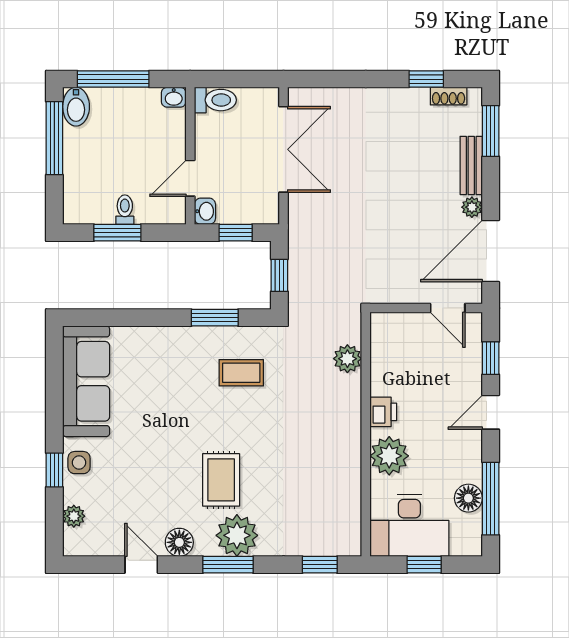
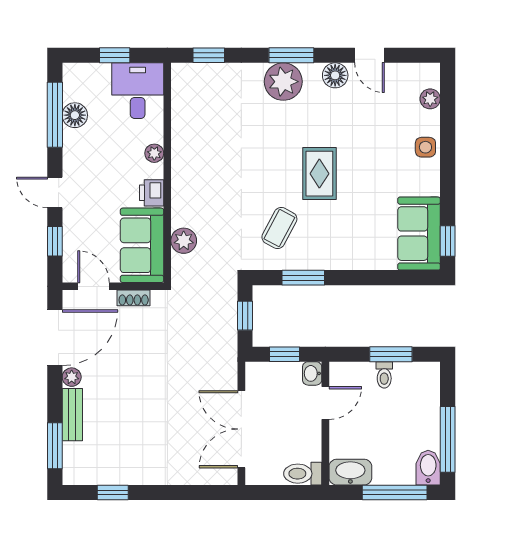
shoe rack: (449, 96) -> (134, 298), moved, turned 180
washbasin: (174, 97) -> (350, 472), width x1.91, depth x1.45
sofa: (394, 354) -> (142, 245), added
coffee table: (241, 373) -> (279, 228), turned -62
sofa: (86, 381) -> (419, 234), width x0.73
door: (491, 412) -> (55, 192), swing flipped
plant: (389, 456) -> (154, 153), width x0.53, depth x0.53
window: (54, 470) -> (448, 241), moved
rug: (221, 480) -> (319, 174), moved
desk: (409, 525) -> (138, 91), width x0.73

